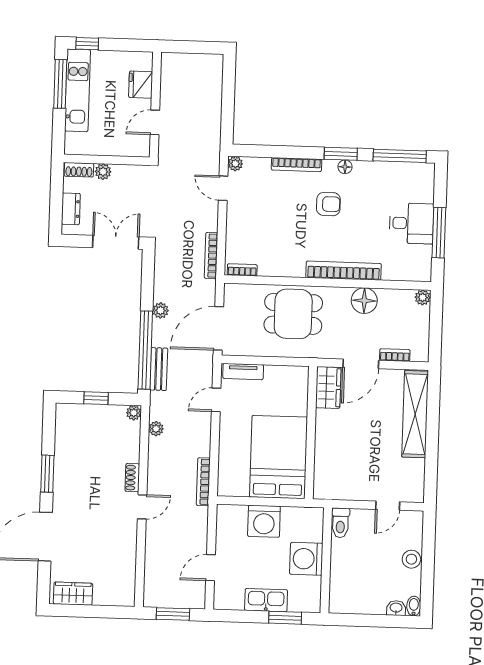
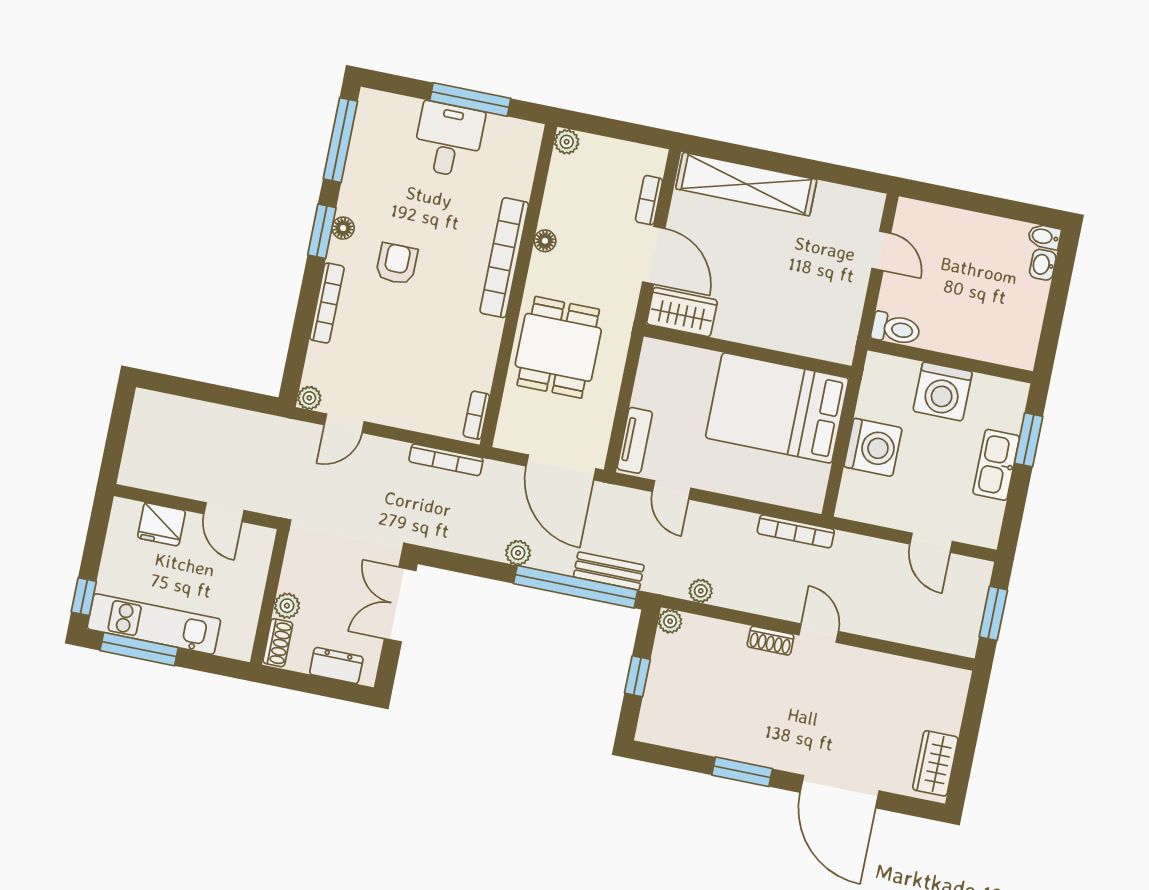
floor lamp: (364, 301) -> (545, 241), width x0.53, depth x0.53
stool: (411, 559) -> (971, 228), removed

